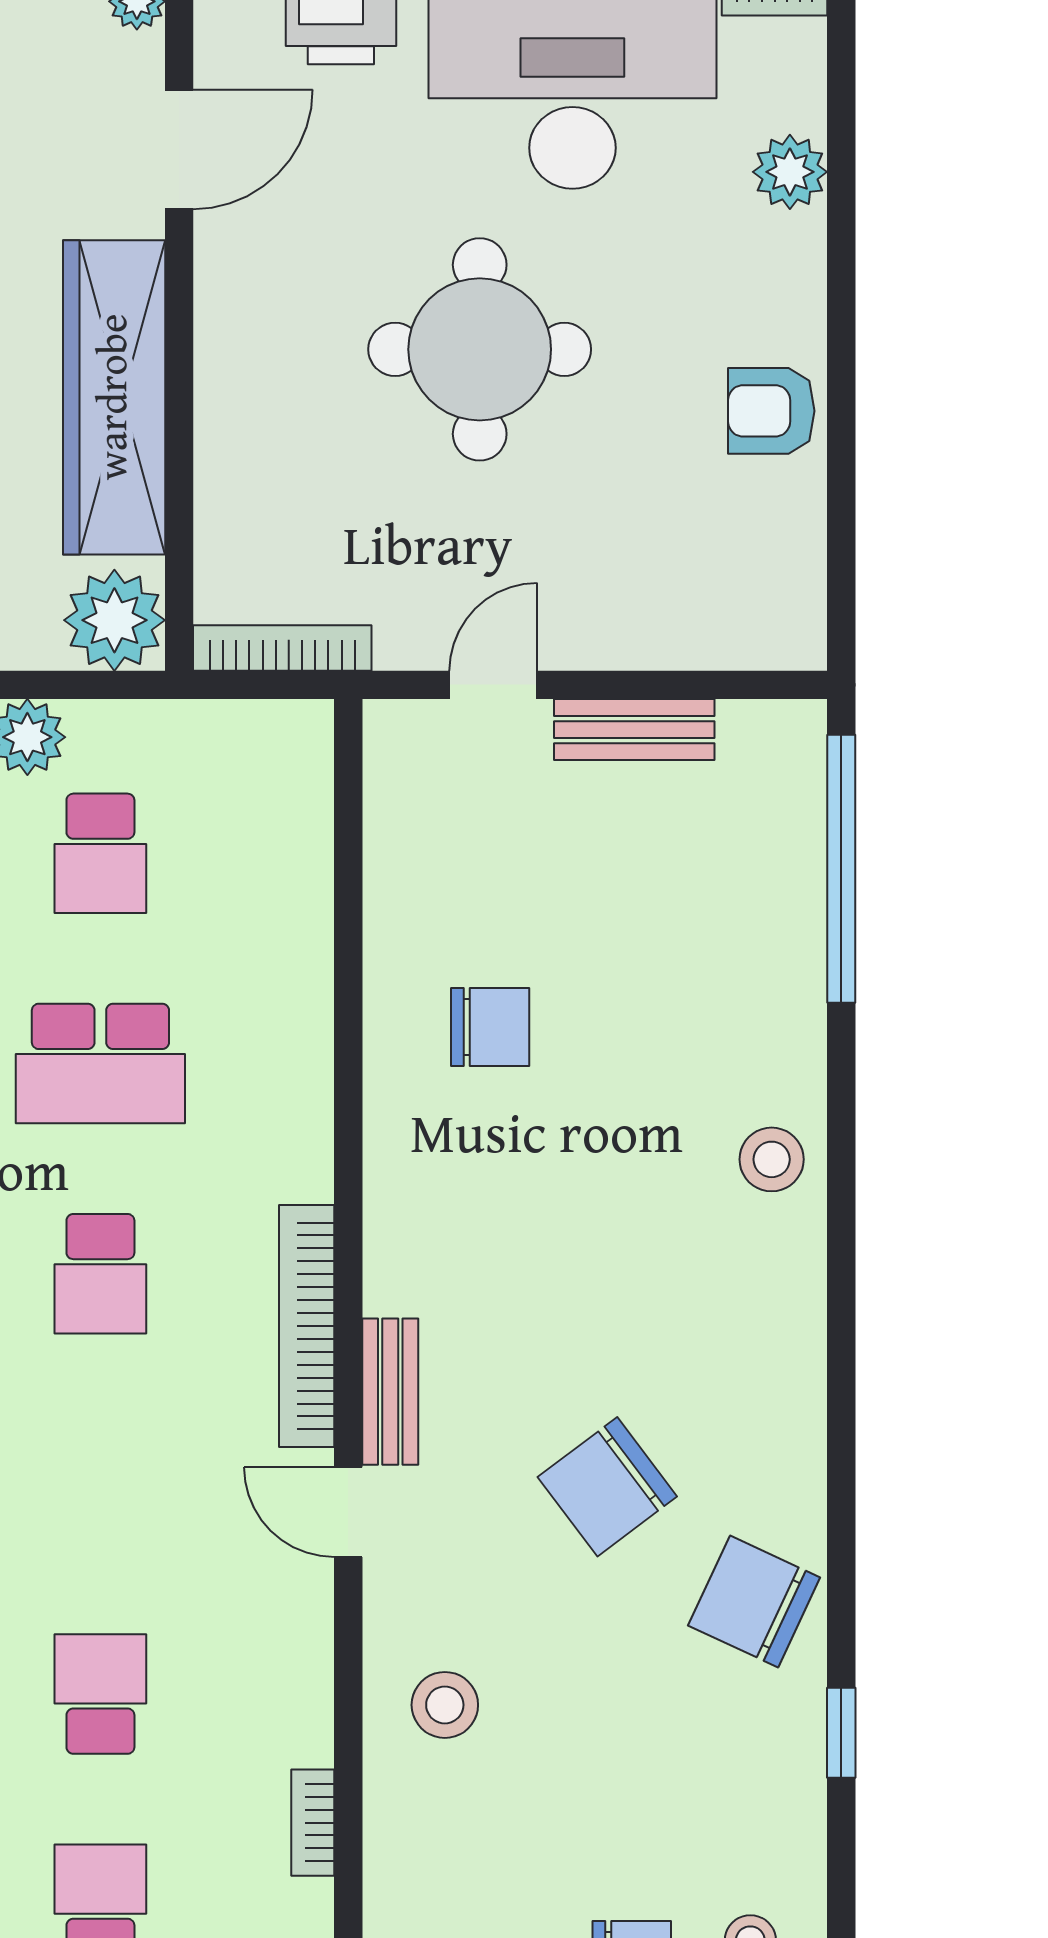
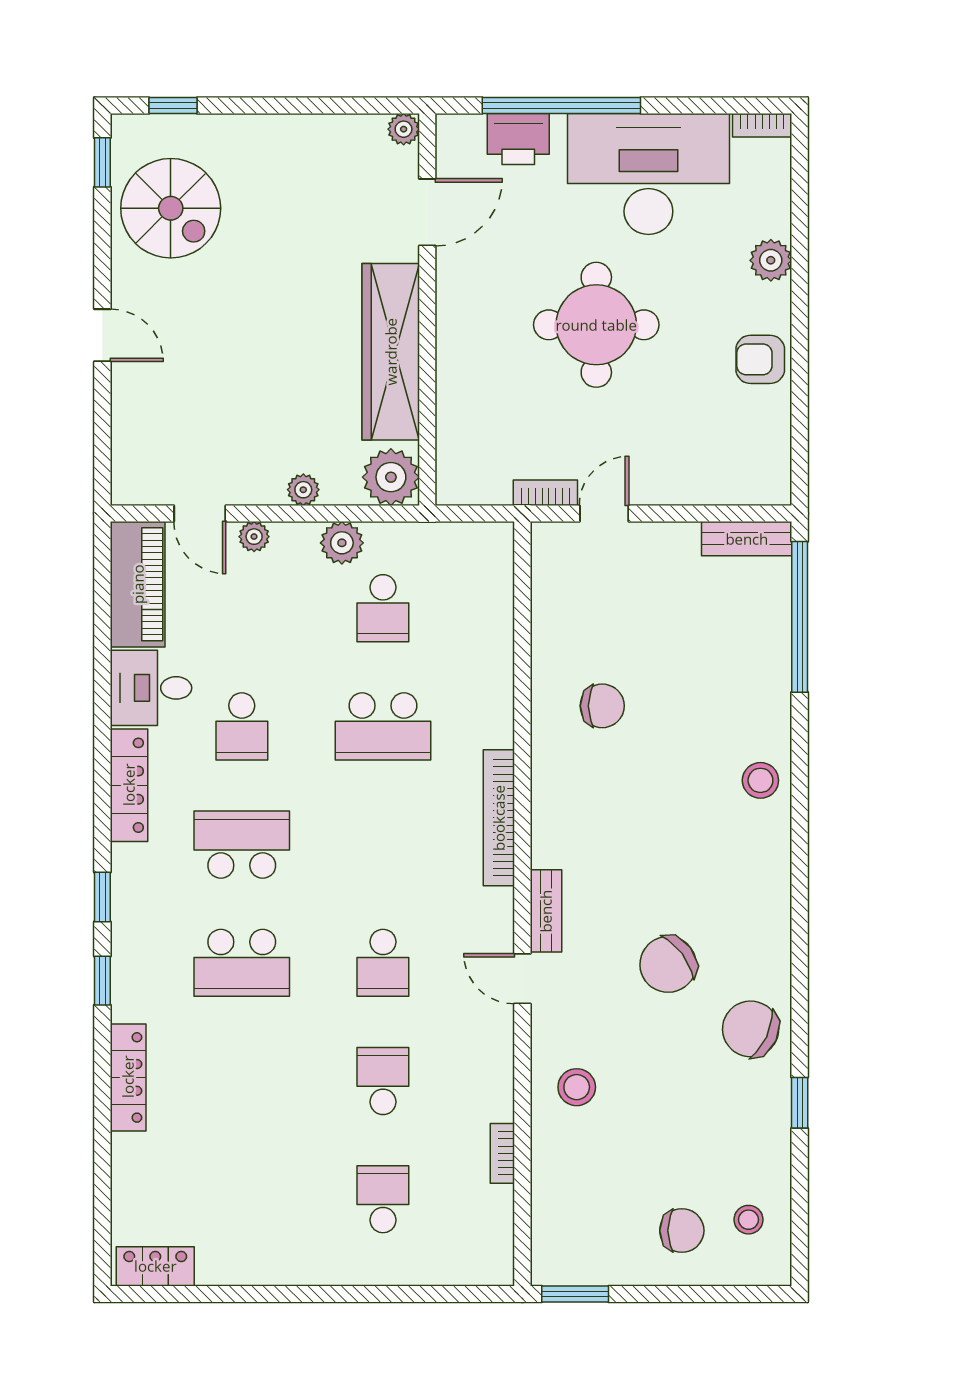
plant: (790, 172) -> (771, 260), moved
bookcase: (282, 648) -> (545, 493), moved, width x0.64
bench: (634, 730) -> (747, 539), moved
school desk: (100, 1274) -> (383, 963), moved
bookcase: (307, 1326) -> (499, 818), moved

